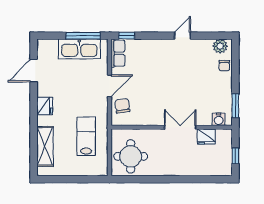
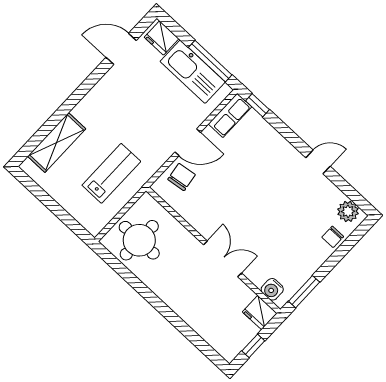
fridge: (45, 106) -> (162, 38), moved, turned 90
fridge: (206, 137) -> (260, 313), moved

